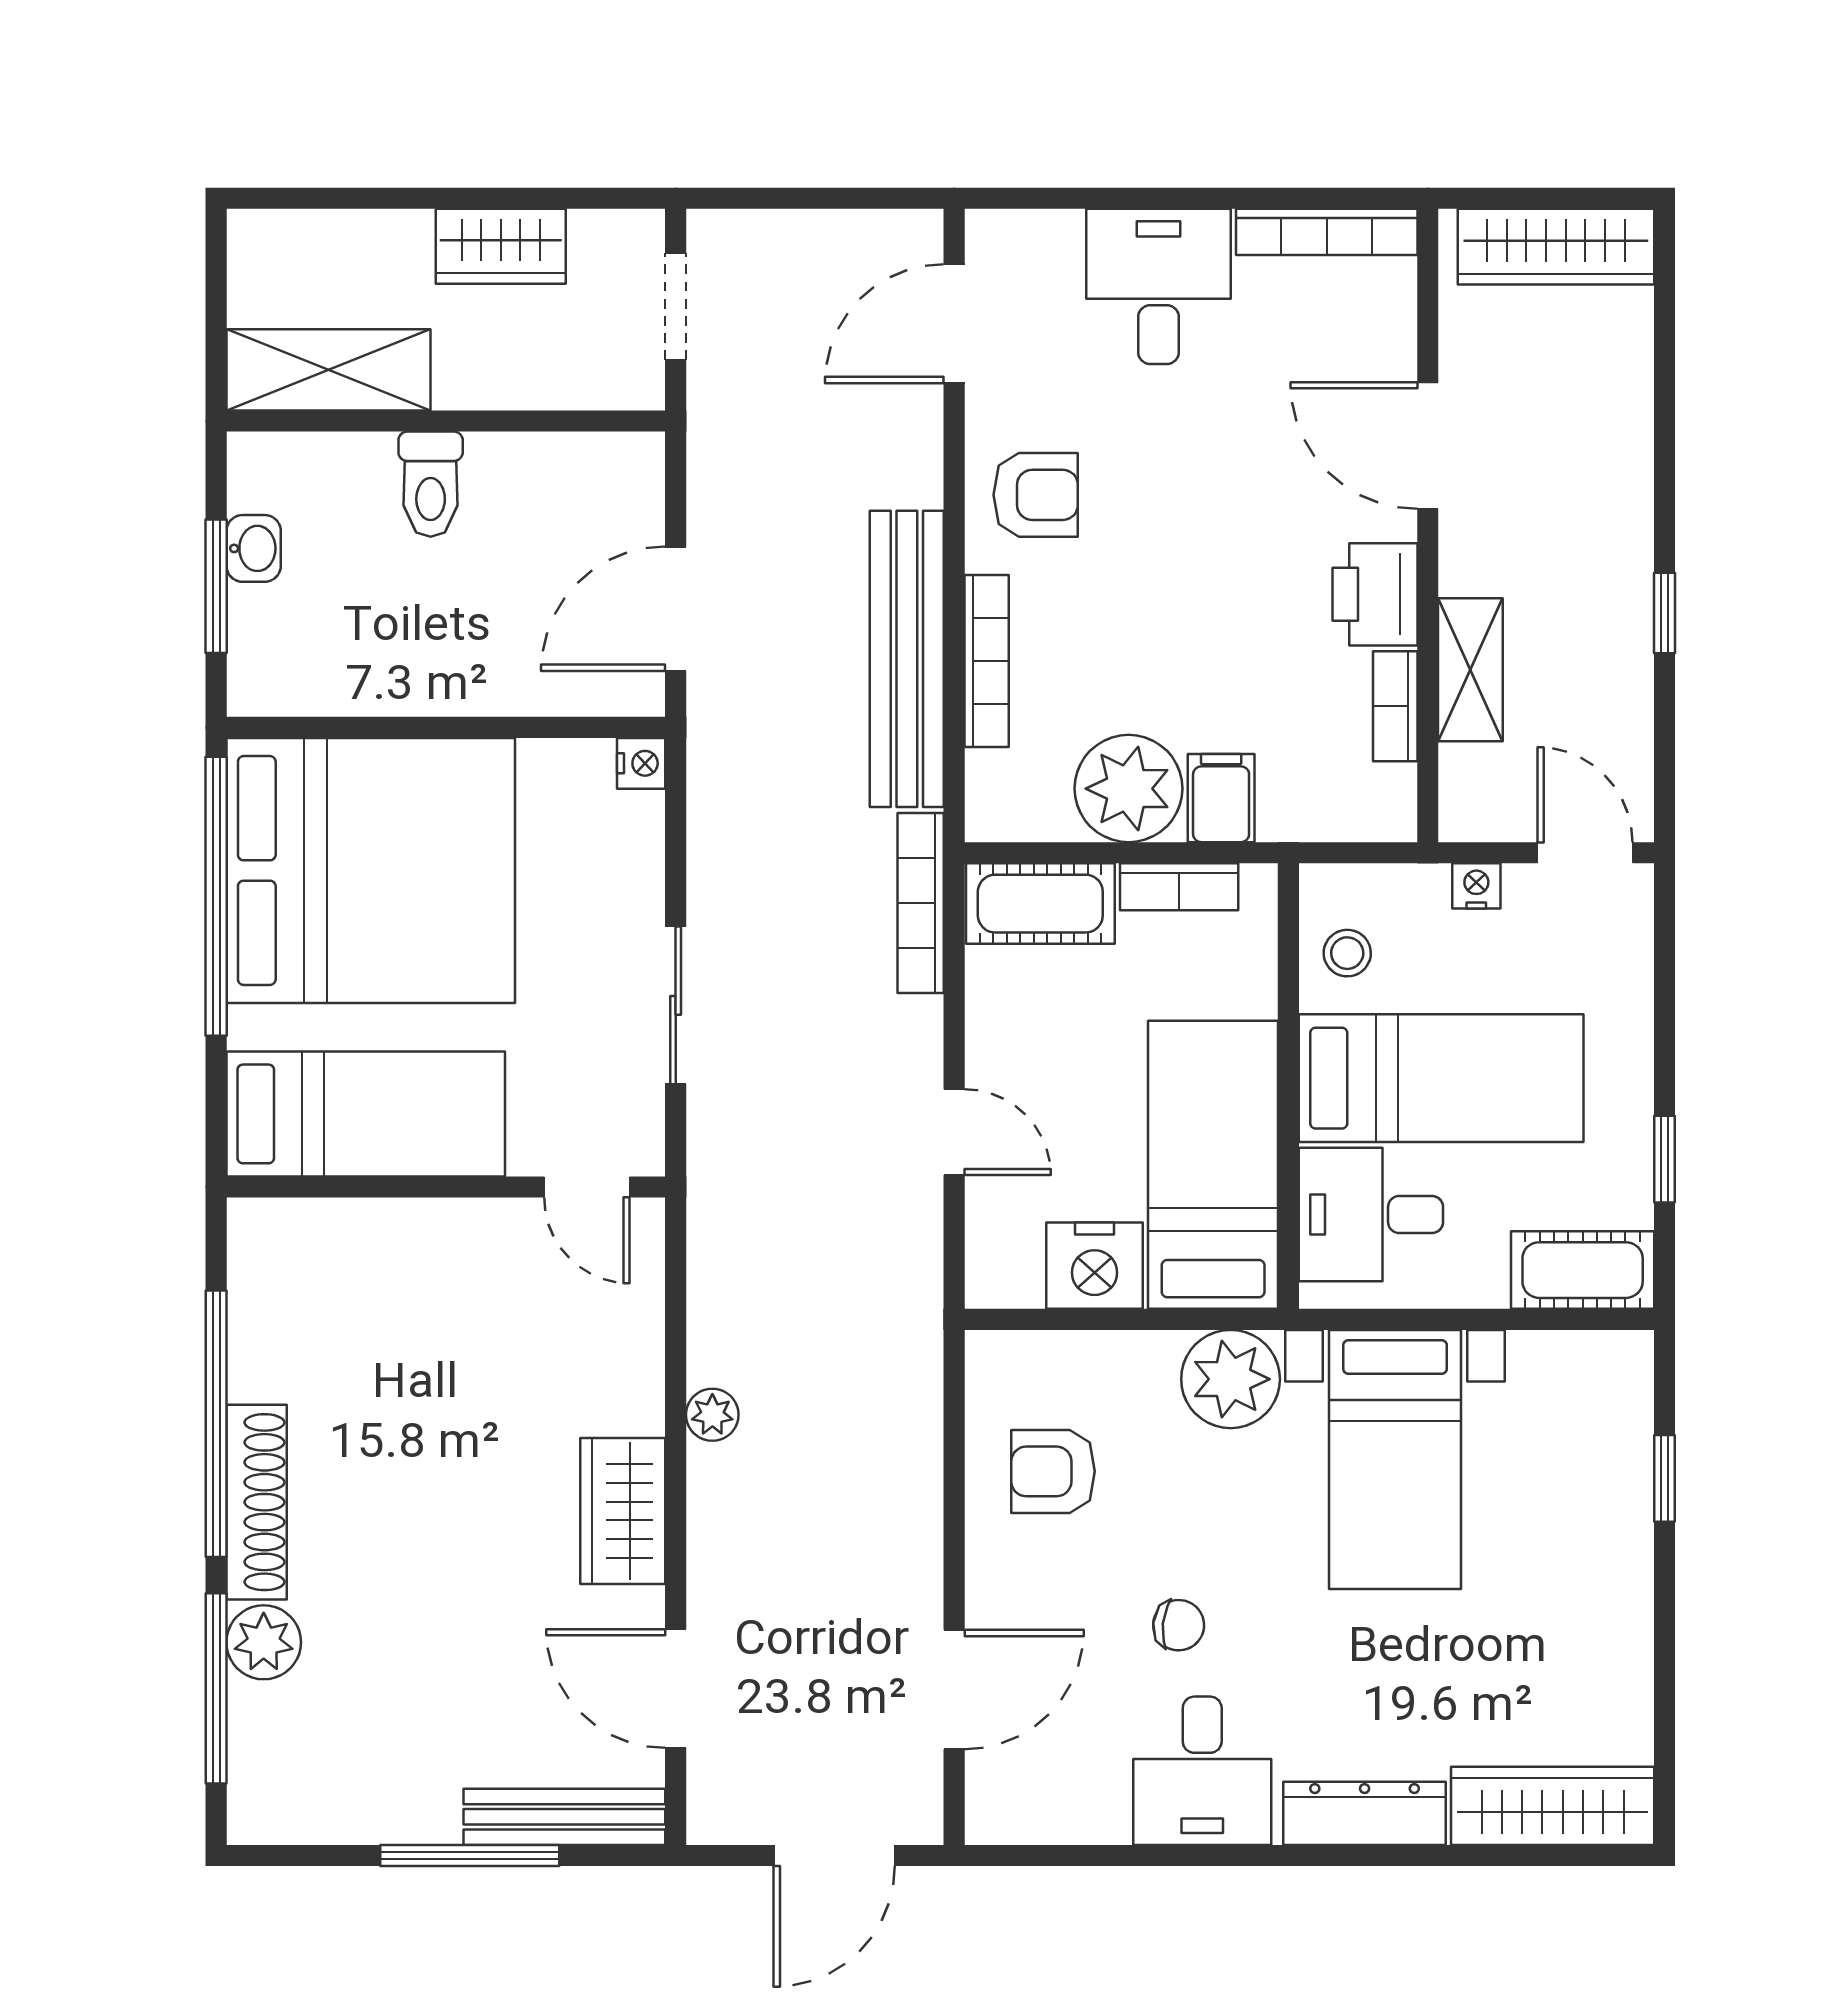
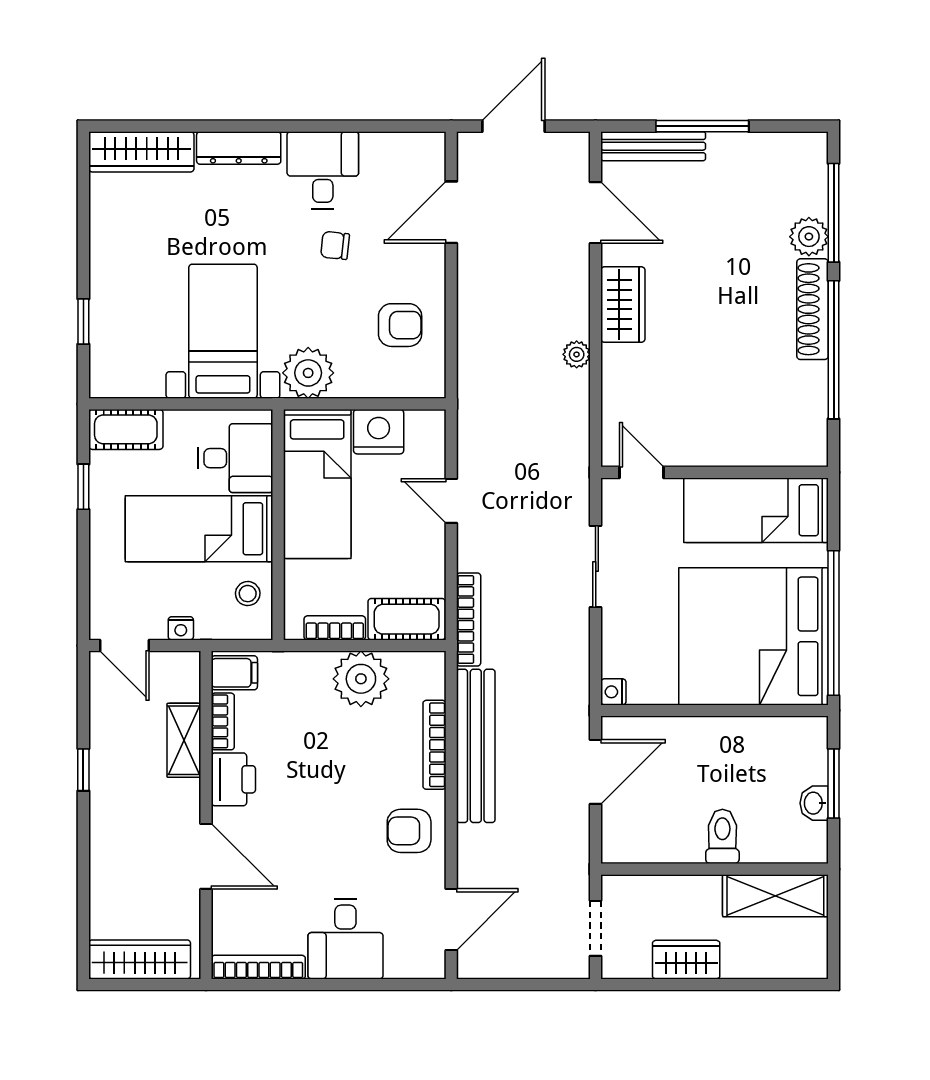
filing cabinet: (1221, 798) -> (234, 673), moved, turned -90

